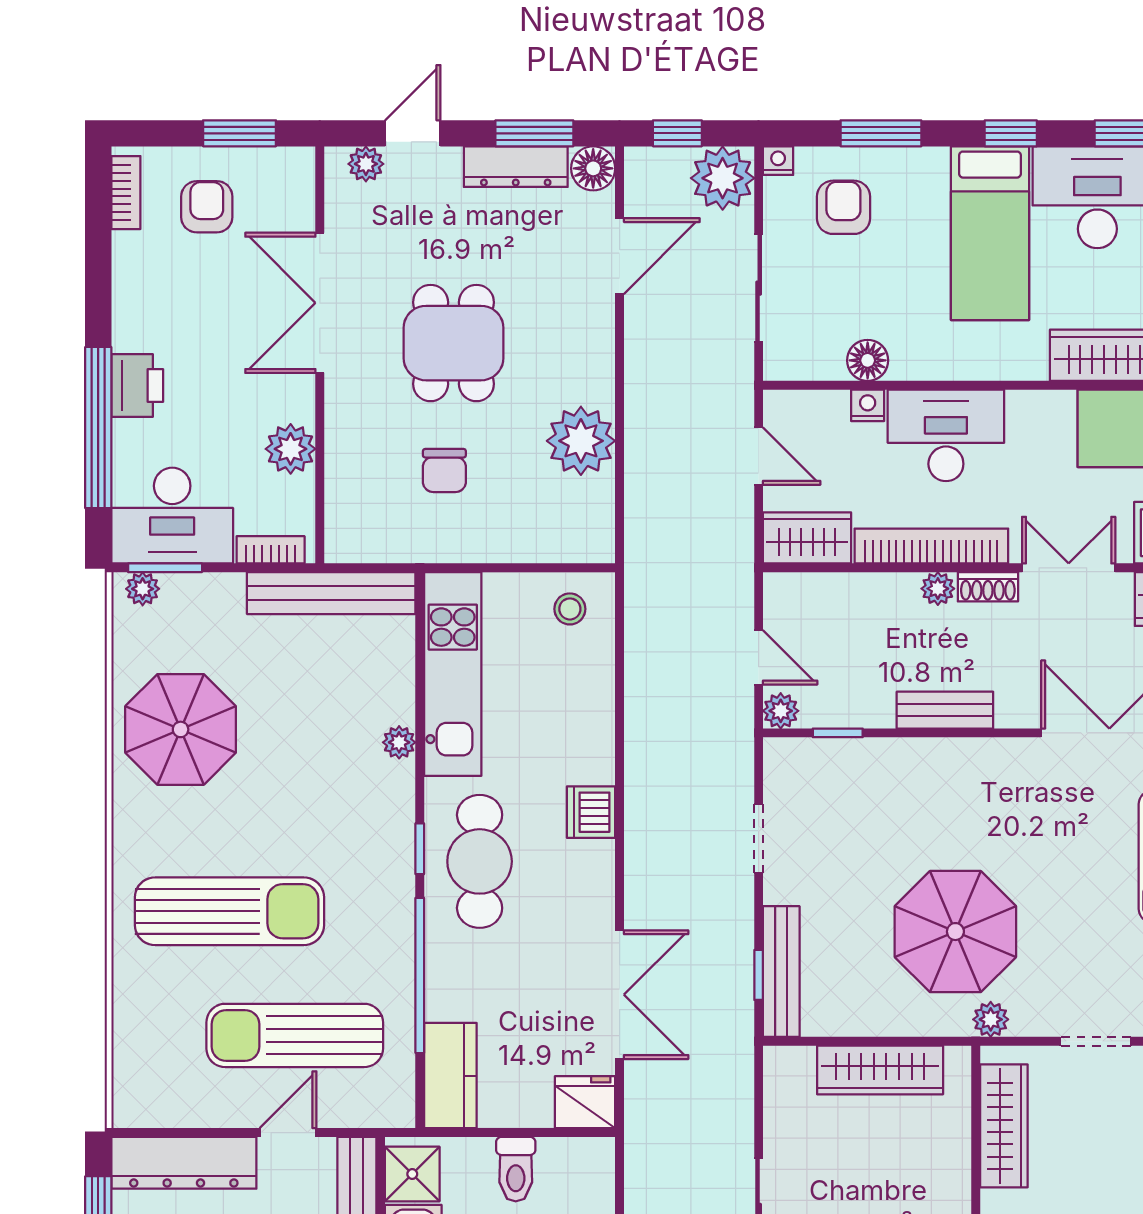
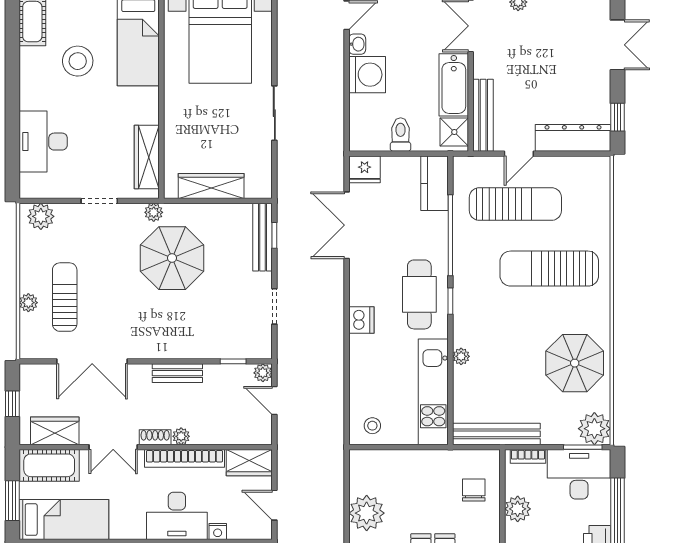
chair: (444, 470) -> (474, 490), moved
plant: (143, 589) -> (594, 429), width x1.88, depth x1.88

